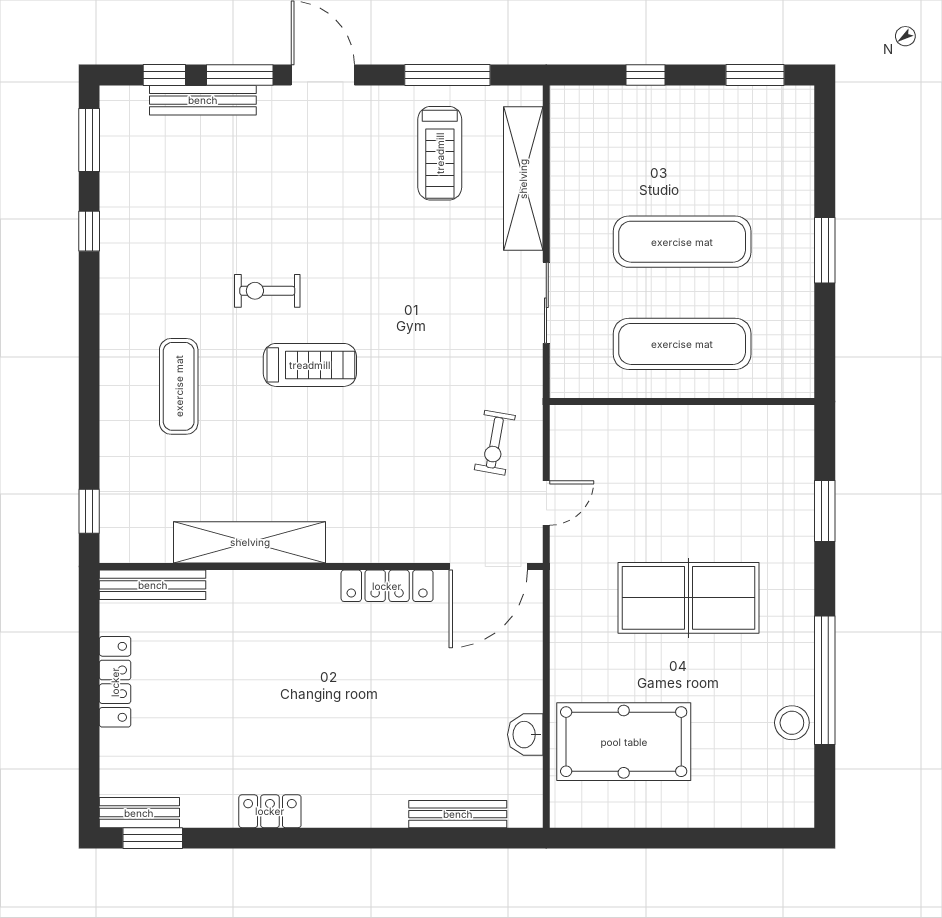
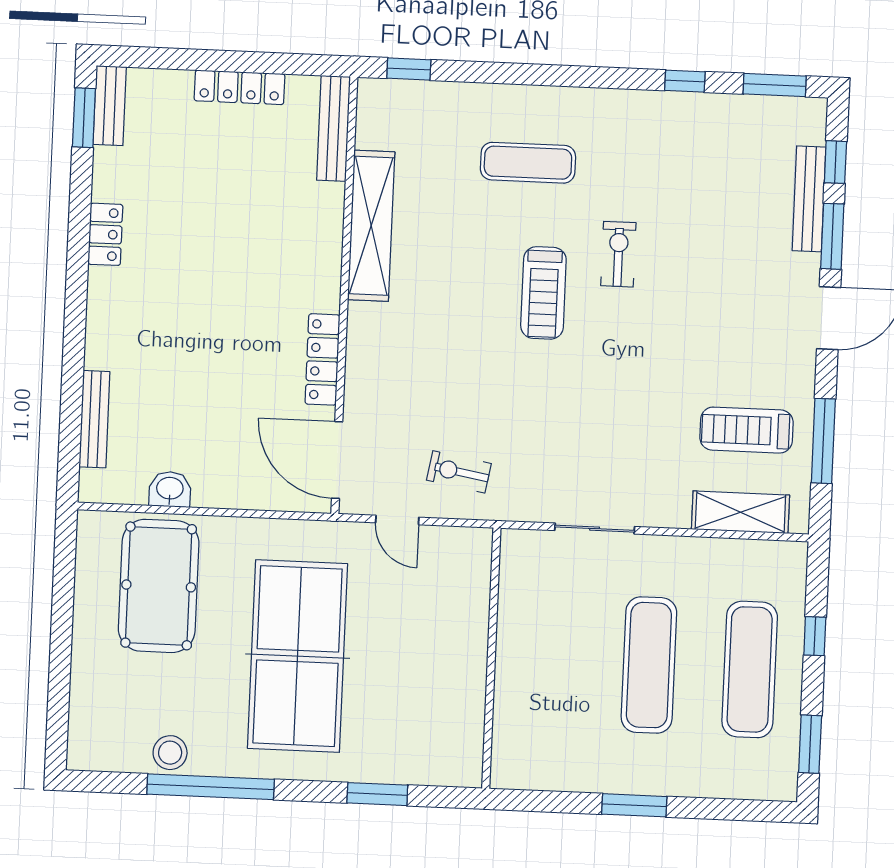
shelving: (523, 179) -> (740, 512), width x0.68
exercise mat: (682, 344) -> (750, 669), moved
table tennis table: (688, 598) -> (298, 656), width x1.36, depth x1.32

